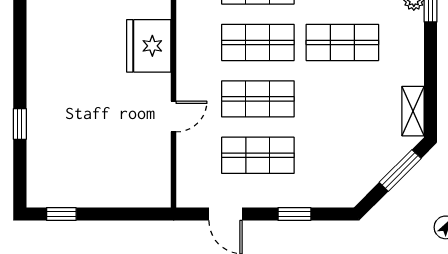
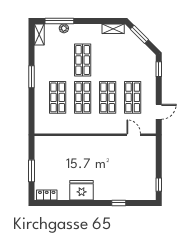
fridge: (149, 46) -> (82, 190), moved, turned 180
door: (174, 117) -> (134, 135), moved
window: (294, 214) -> (159, 69), moved

